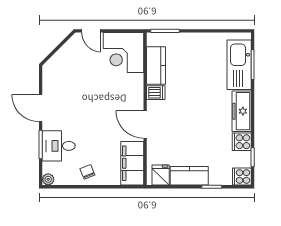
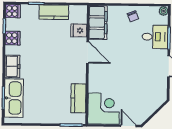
dishwasher: (156, 93) -> (79, 77), removed
freezer: (242, 111) -> (12, 66), width x0.71
fridge: (161, 175) -> (79, 30), moved, turned 90

